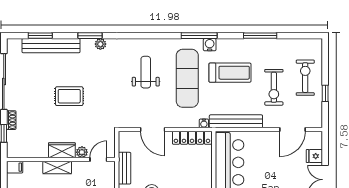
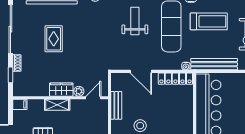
rug: (69, 96) -> (54, 39), moved, turned 90

